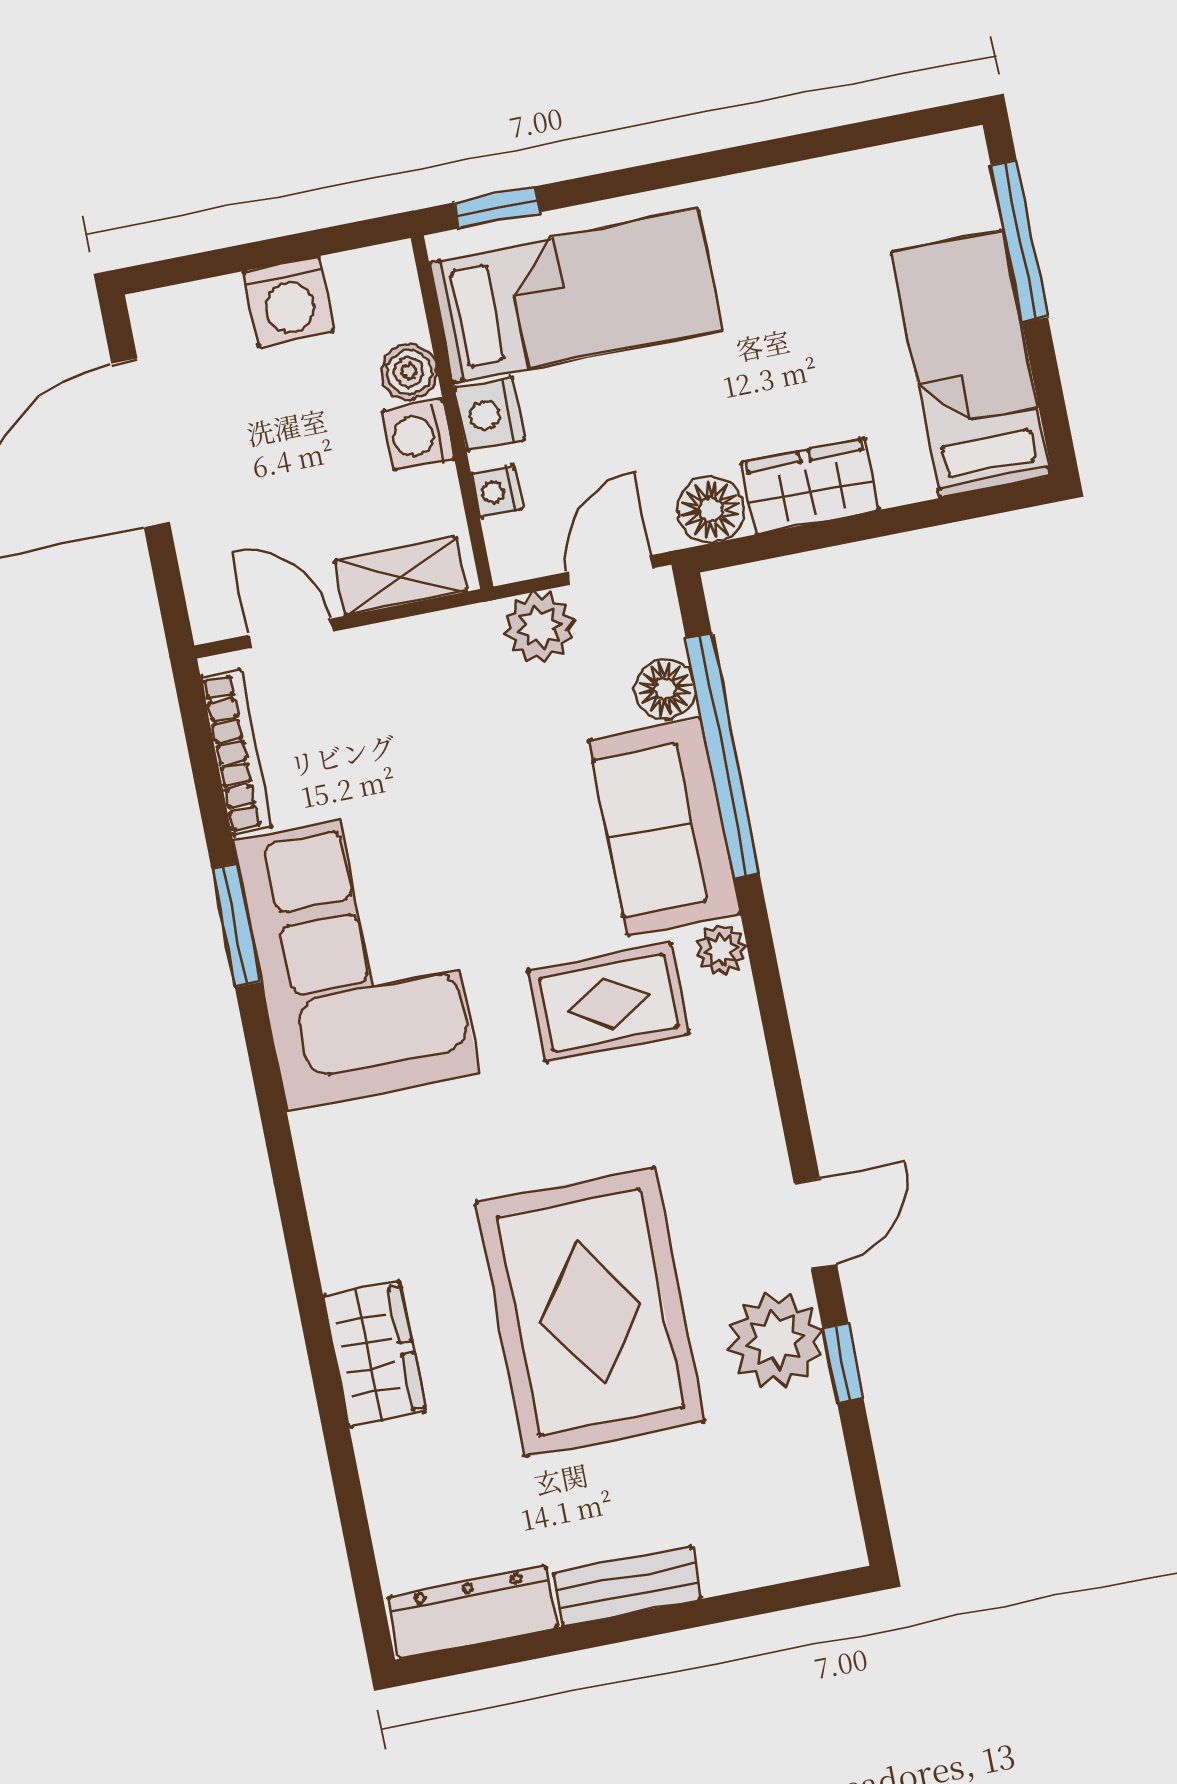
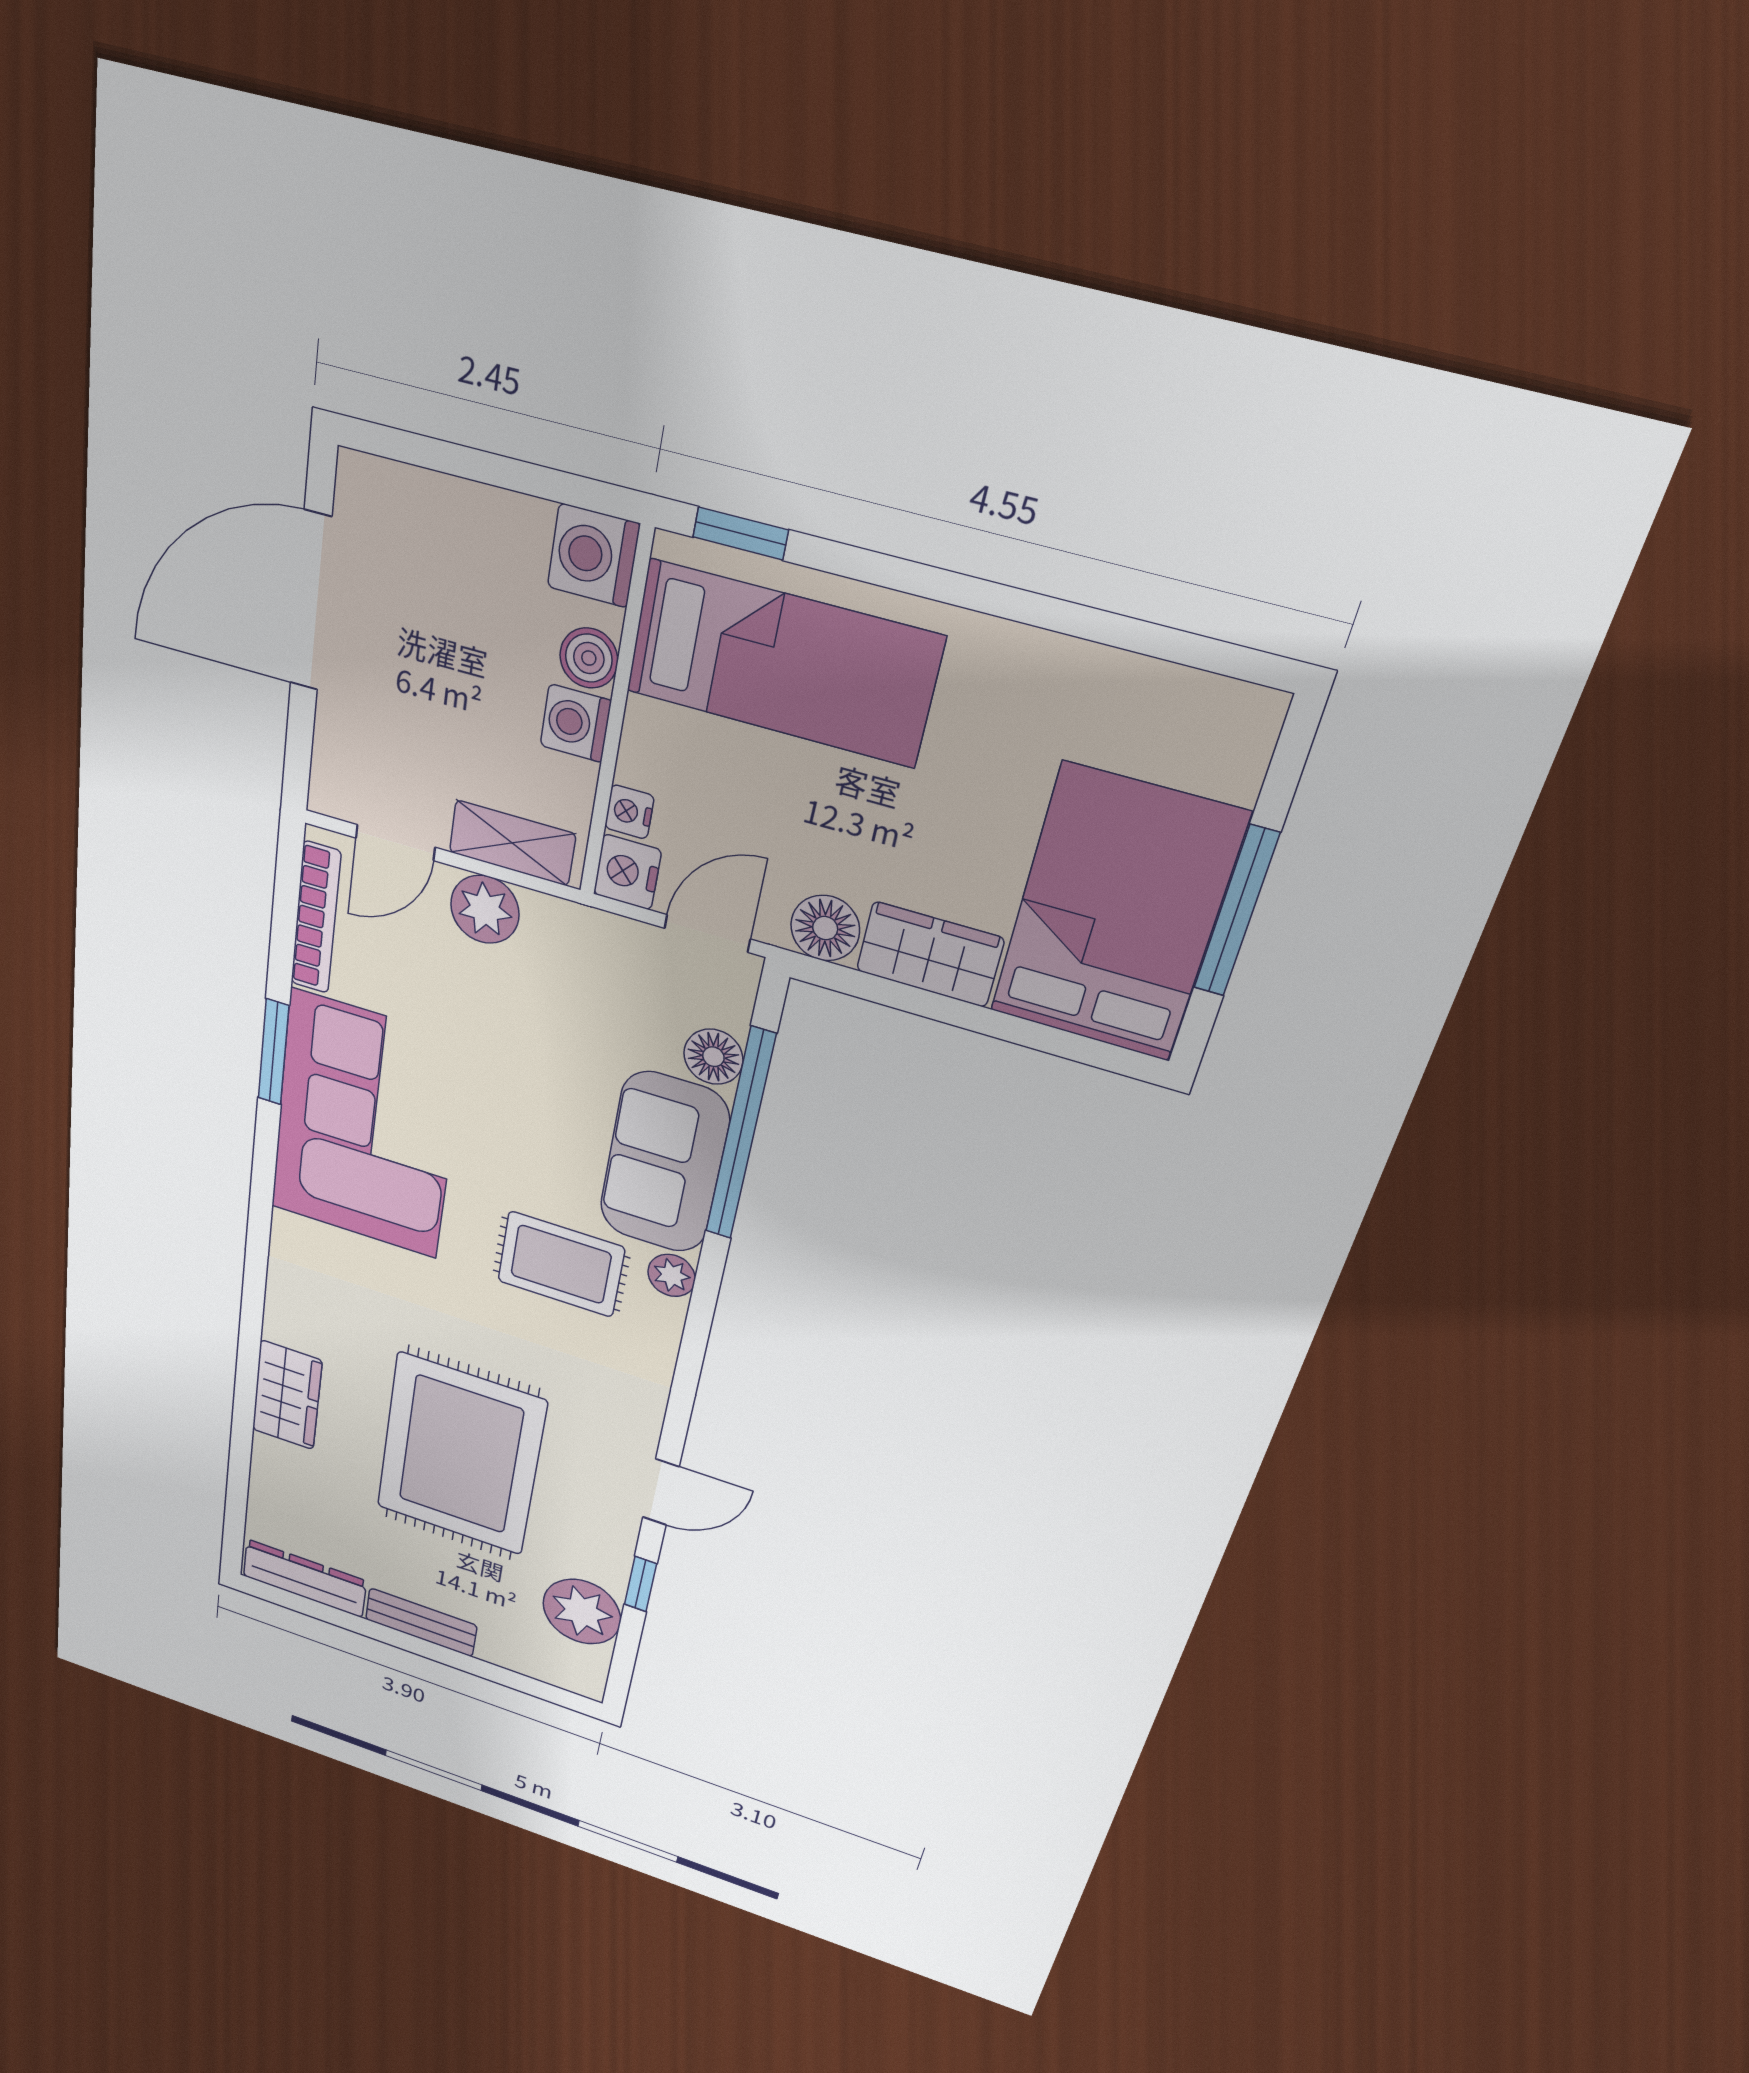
window: (1019, 241) -> (1236, 911), moved
washing machine: (288, 301) -> (593, 555), moved, turned 90
bed: (971, 364) -> (1116, 914), width x1.50
nightstand: (489, 414) -> (627, 872), moved
plant: (539, 627) -> (485, 909), moved
door: (291, 633) -> (395, 843), swing flipped
plant: (776, 1340) -> (582, 1612), moved

